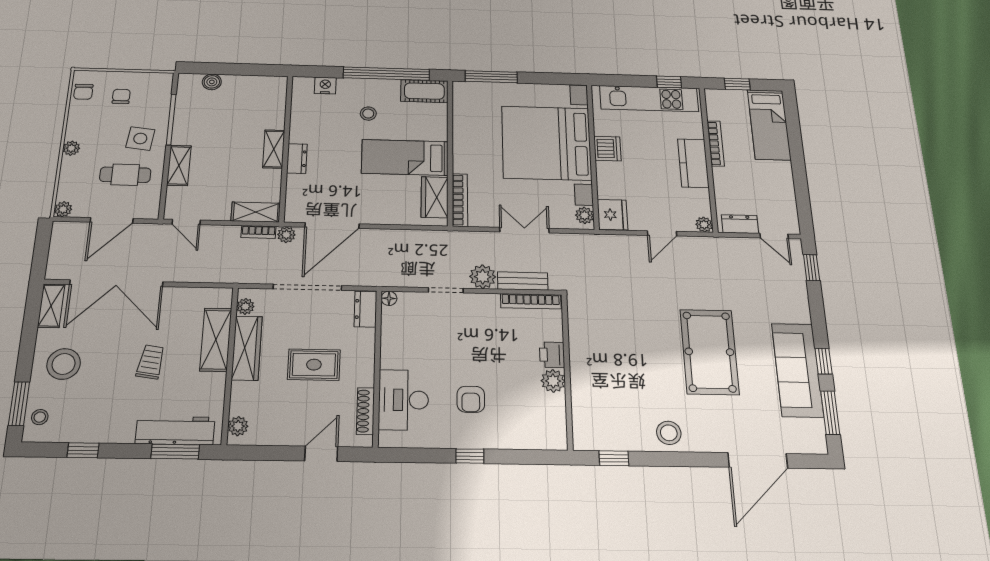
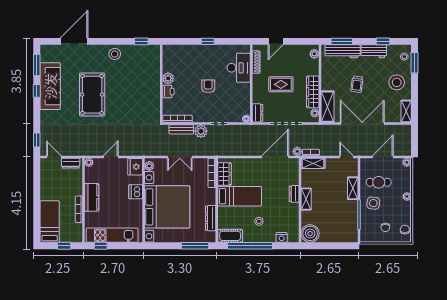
boiler: (212, 82) -> (310, 234), moved, width x1.86, depth x1.86
dresser: (462, 122) -> (211, 218), added
dishwasher: (607, 149) -> (136, 192), moved
double door: (116, 283) -> (362, 124), moved
shelving: (216, 340) -> (327, 107), moved
armchair: (471, 399) -> (208, 86), moved
workbench: (106, 429) -> (374, 51), added

